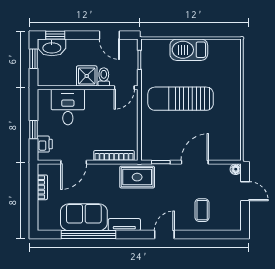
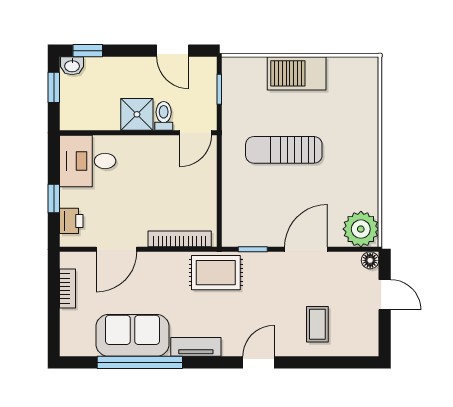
washbasin: (52, 47) -> (72, 66), width x0.52, depth x0.69
sun lounger: (181, 99) -> (284, 150), width x0.73, depth x0.75
desk: (68, 107) -> (88, 161), moved, turned -90
plant: (230, 149) -> (361, 229), added

